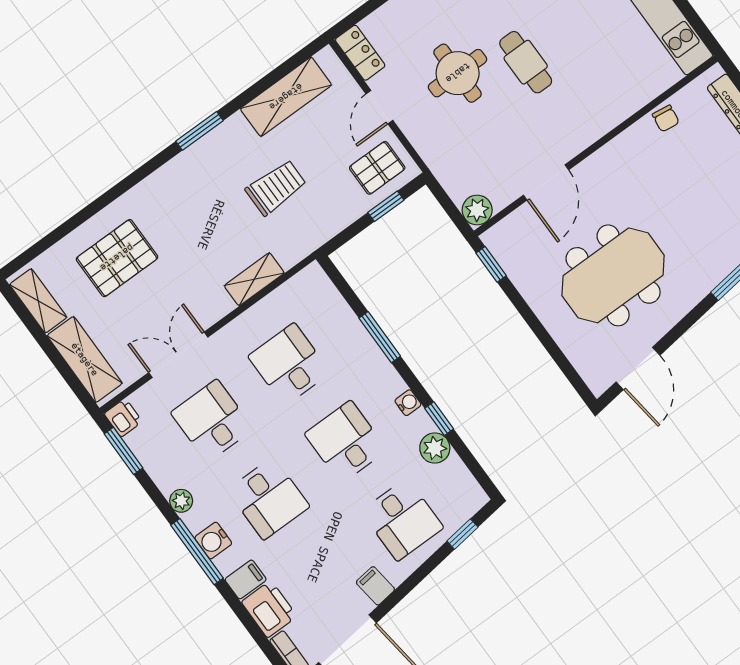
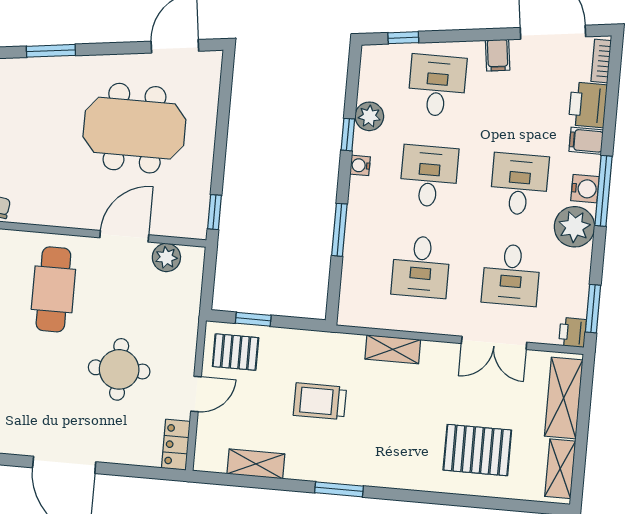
cafe table: (526, 62) -> (53, 289), moved, width x1.37, depth x1.35
shelving: (286, 97) -> (256, 464), width x0.67, depth x0.75
plant: (477, 210) -> (166, 257), moved
desk: (346, 442) -> (429, 176), turned 180
plant: (181, 501) -> (575, 227), width x1.88, depth x1.88

